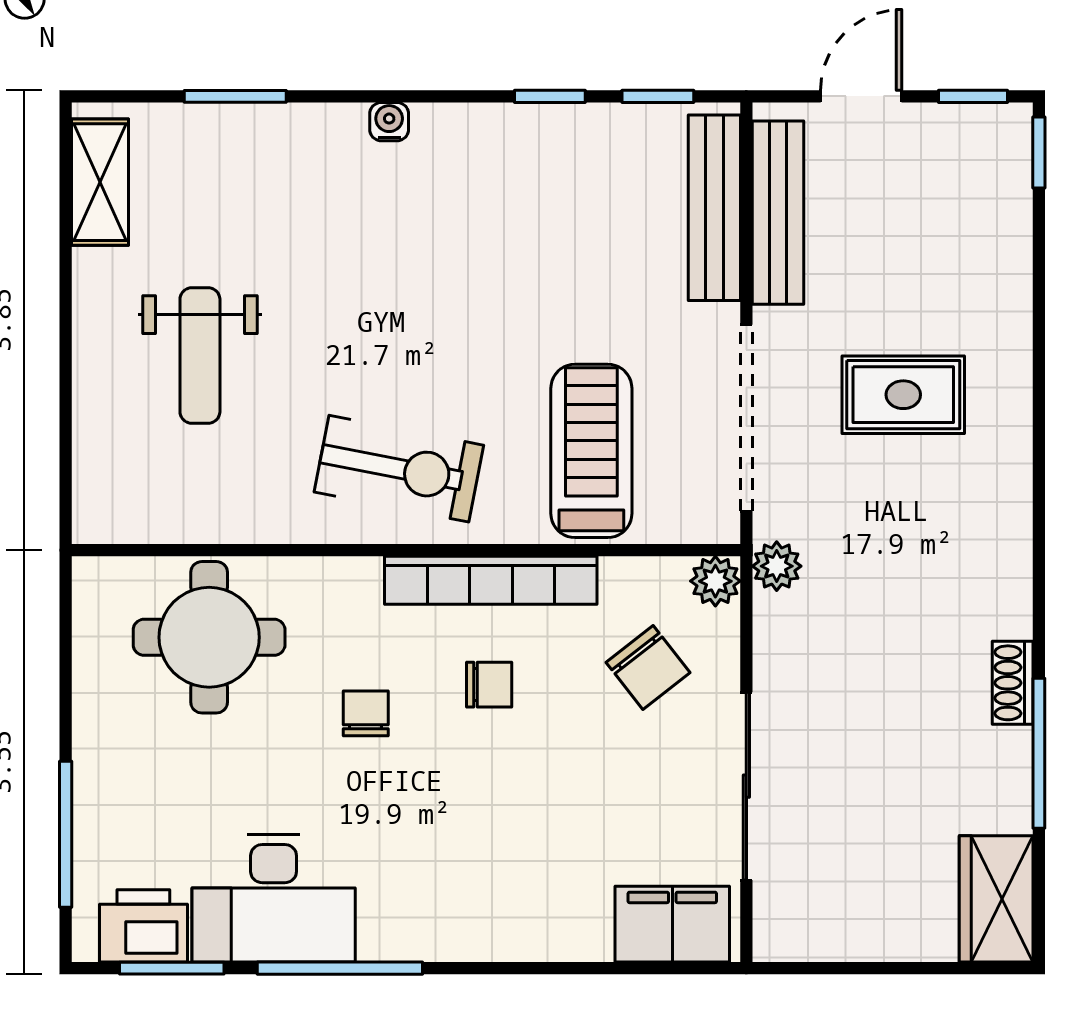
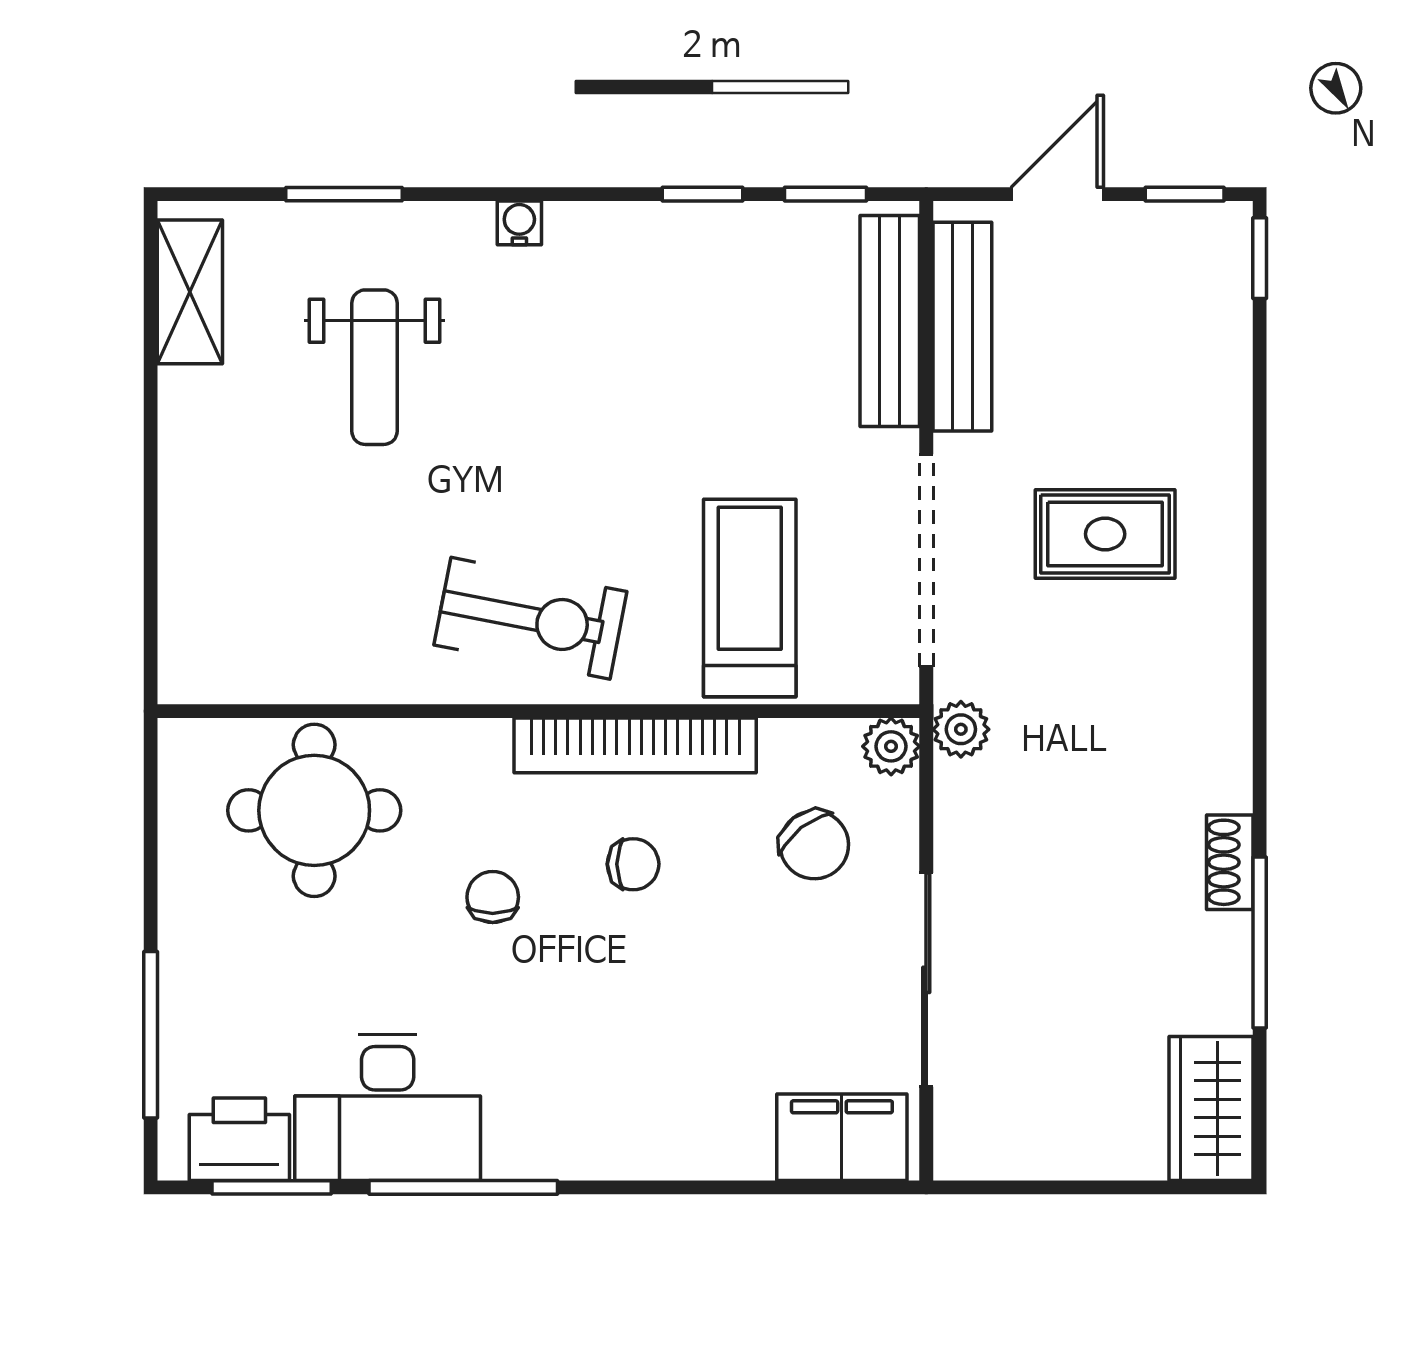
weight bench: (200, 355) -> (374, 367), moved

